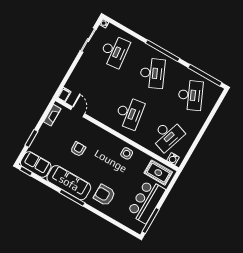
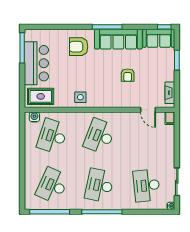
desk: (152, 73) -> (99, 185), turned 36
desk: (190, 95) -> (52, 185), turned 48
desk: (129, 113) -> (99, 136), turned 30
armchair: (104, 195) -> (79, 47), turned 180

